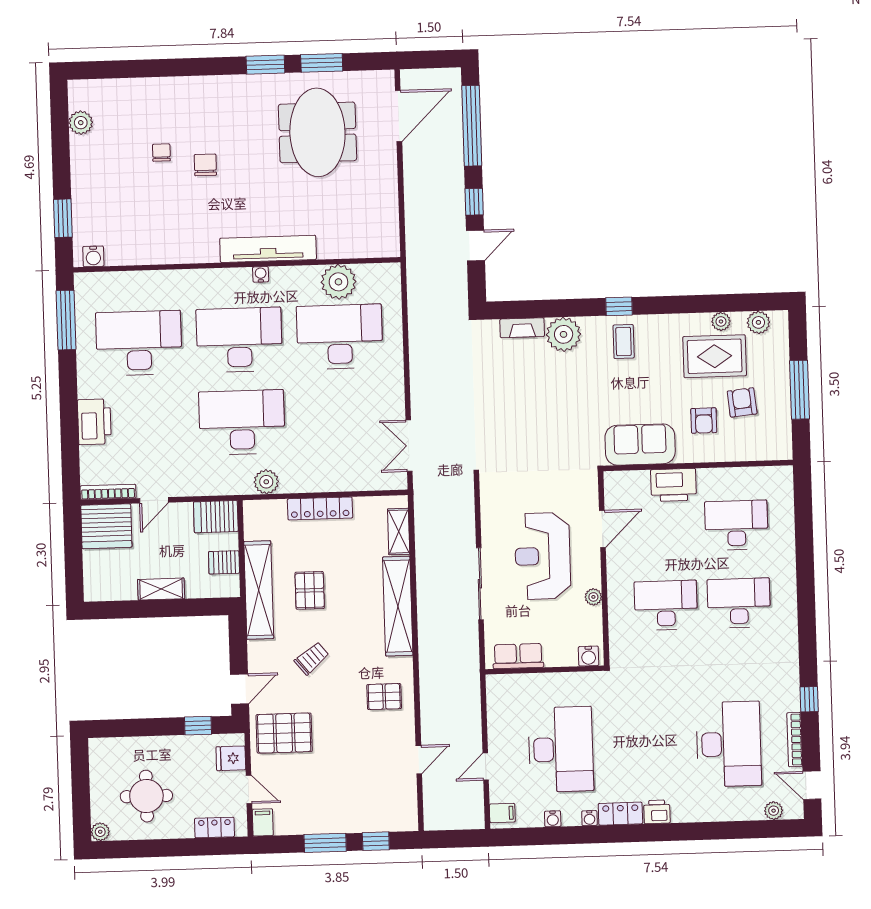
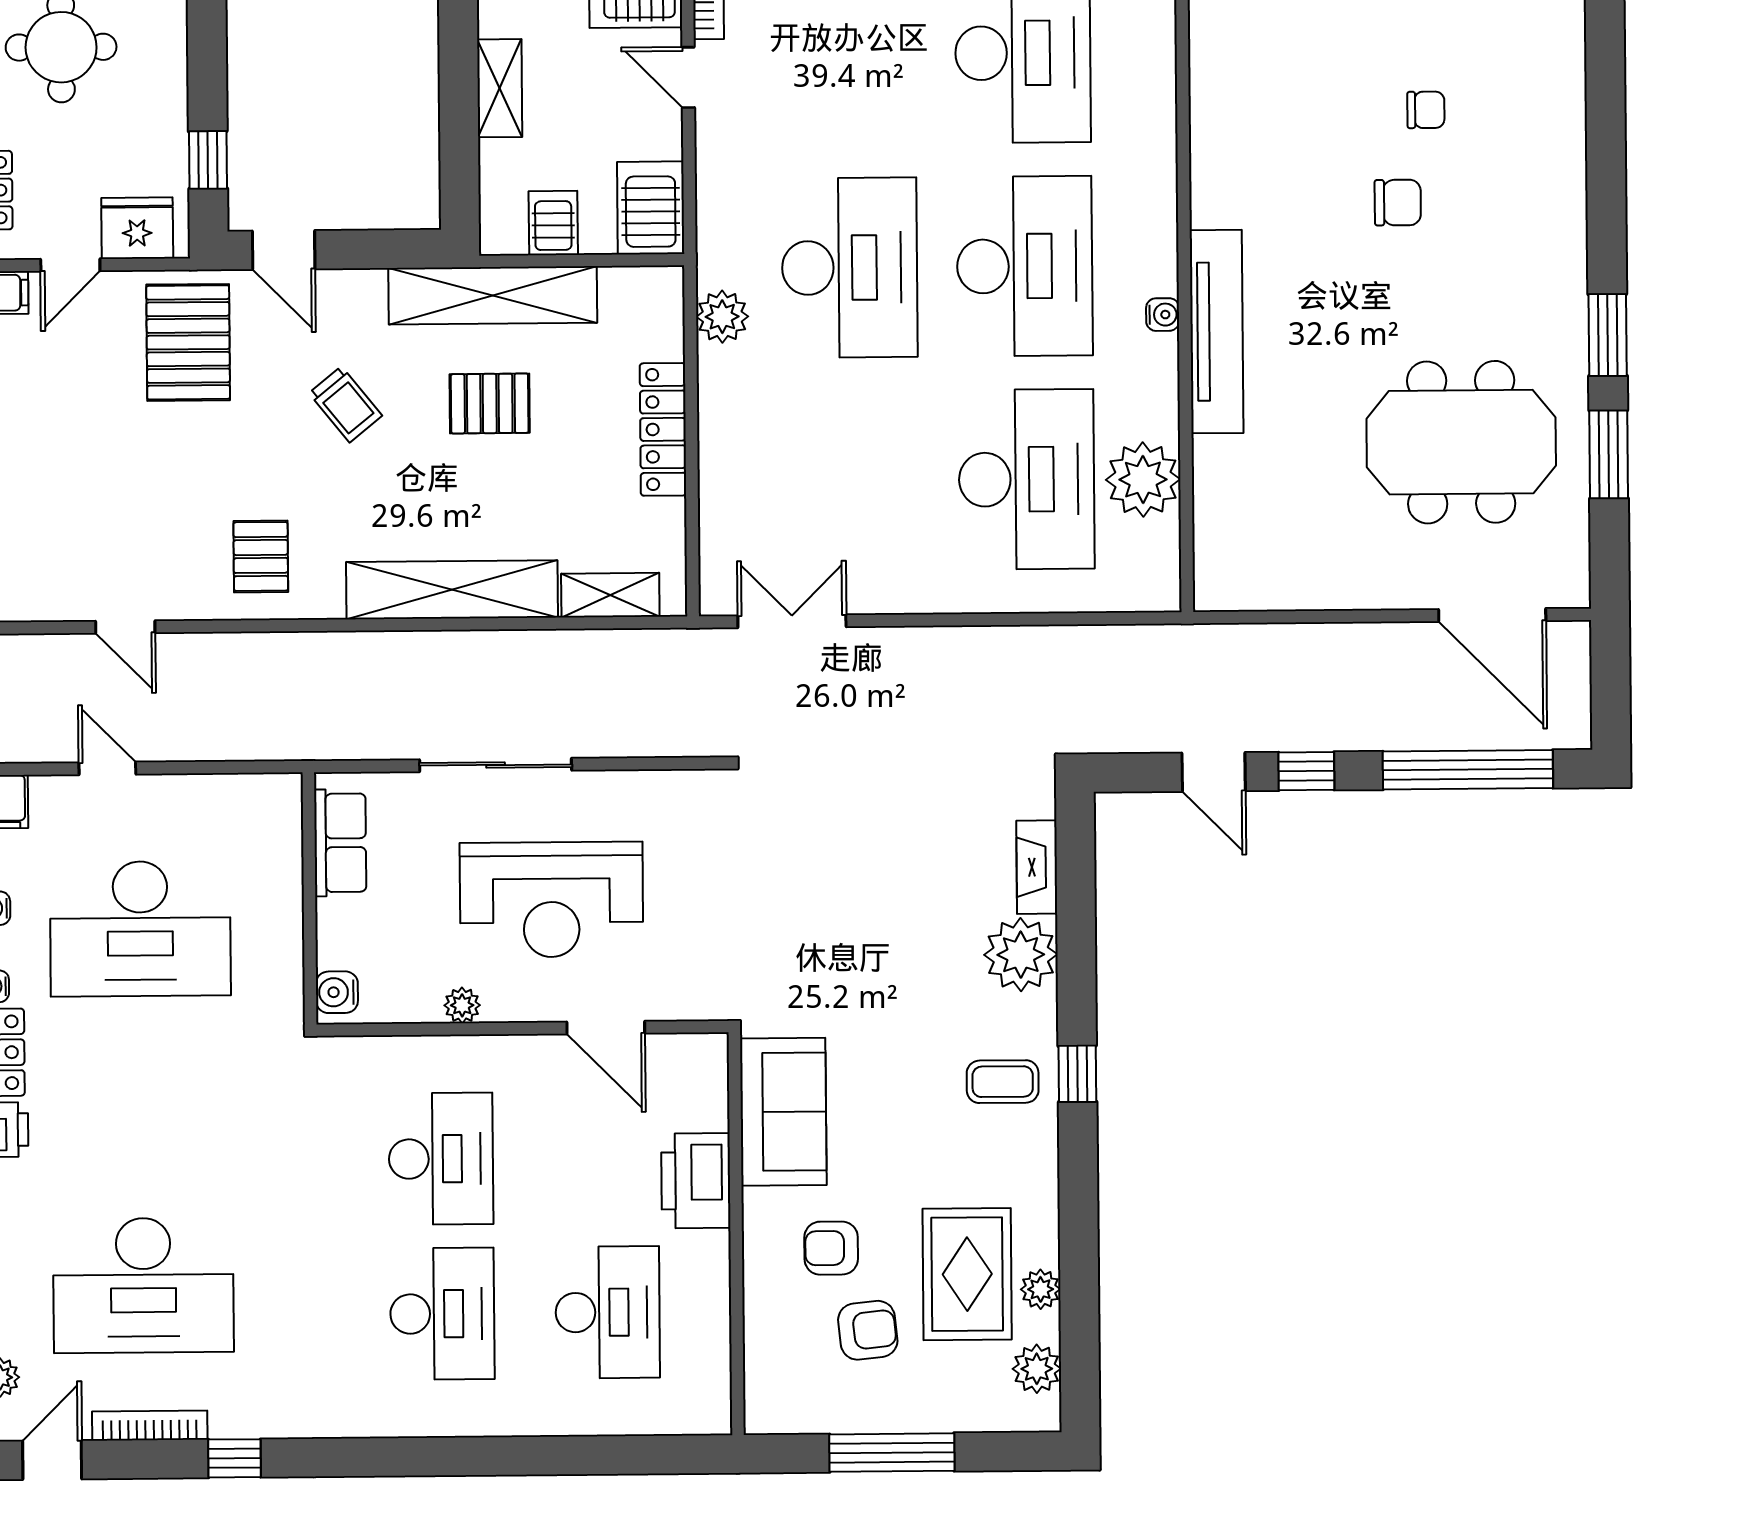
reception desk: (543, 556) -> (551, 900), turned 180
fridge: (231, 758) -> (137, 228), width x1.38

